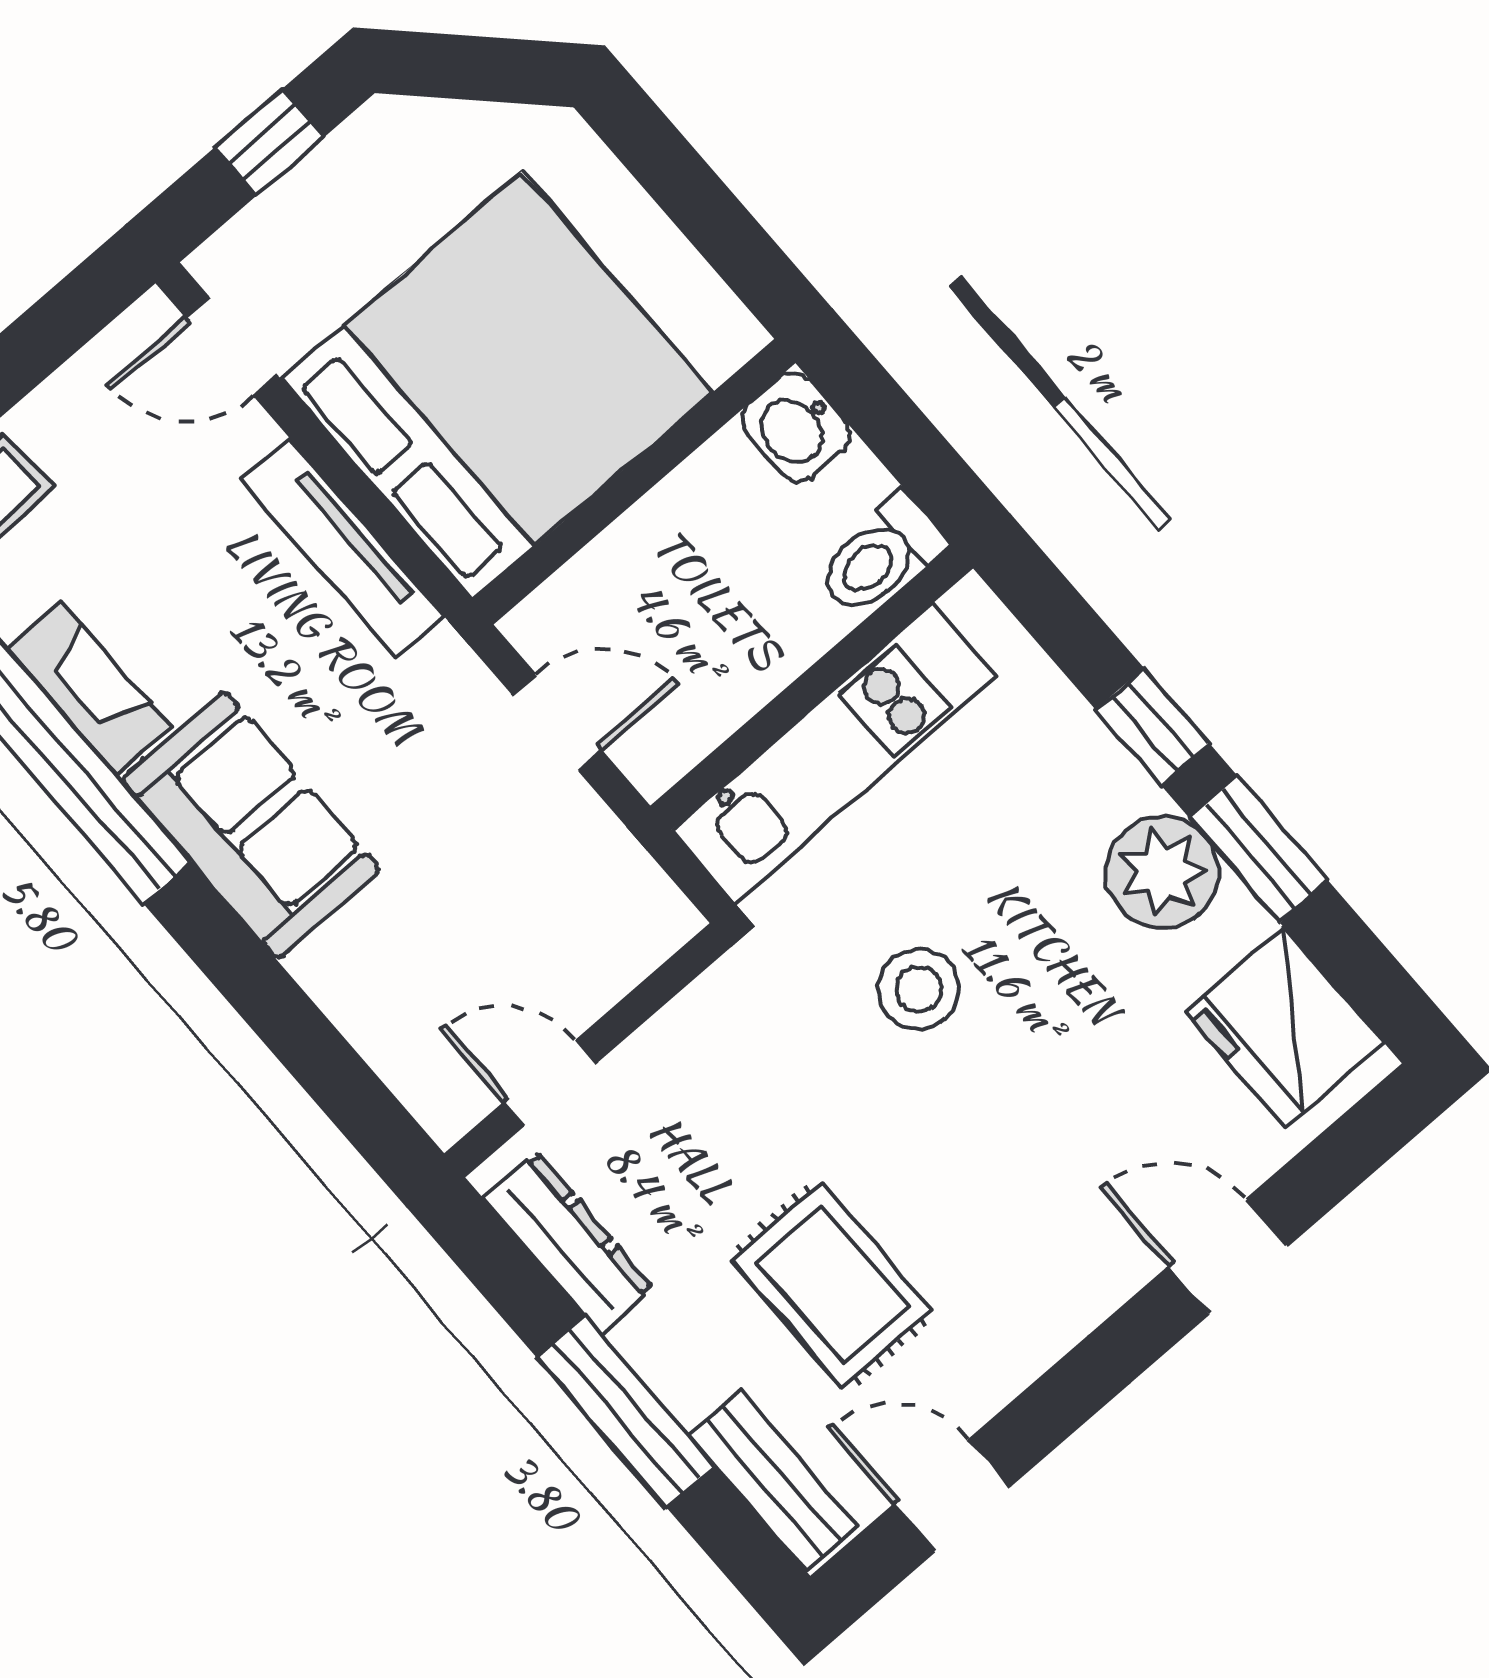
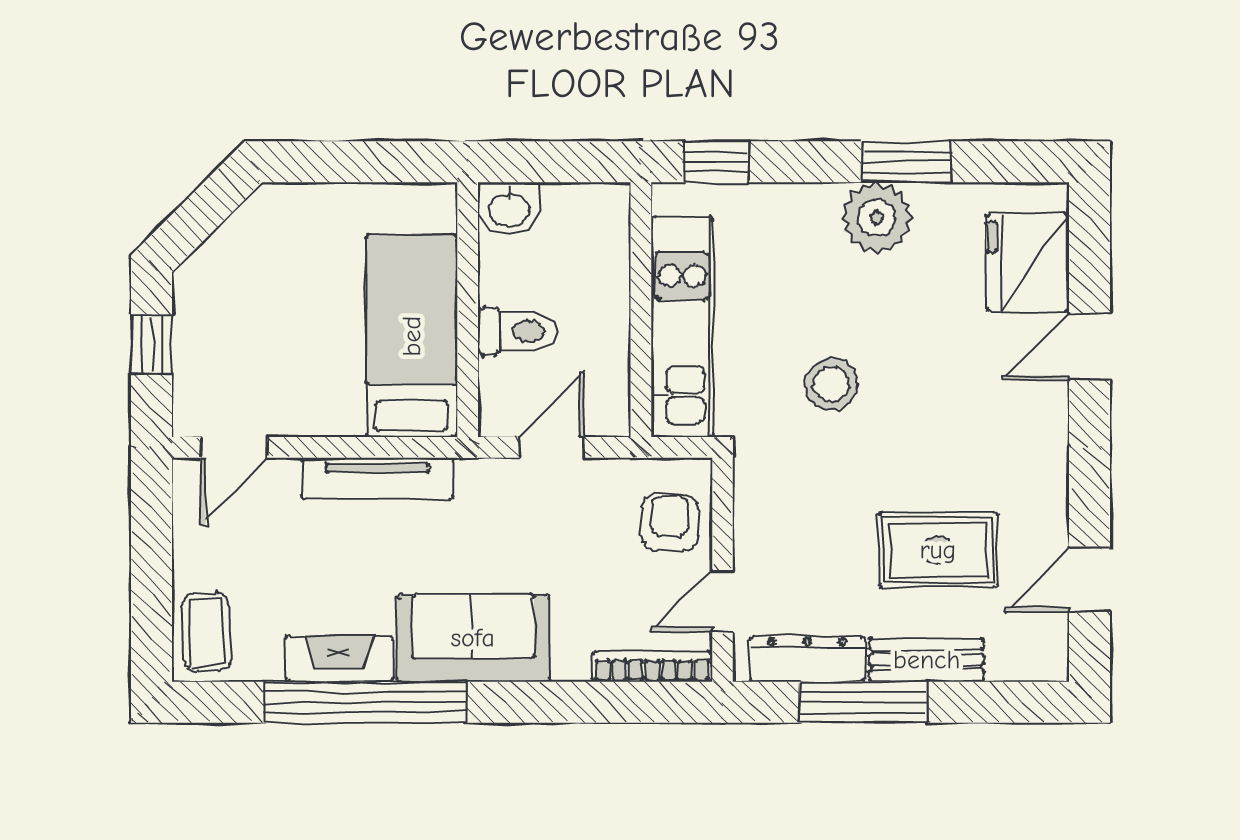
bed: (497, 386) -> (412, 336), width x0.49
toilet: (881, 556) -> (517, 331), moved, turned -90
window: (1152, 727) -> (716, 162), moved
armchair: (589, 940) -> (670, 523), added
fridge: (1285, 1027) -> (1028, 262), moved, turned 90
bookcase: (401, 1066) -> (652, 666), added
window: (625, 1411) -> (863, 702), moved
bench: (773, 1481) -> (927, 660), moved

